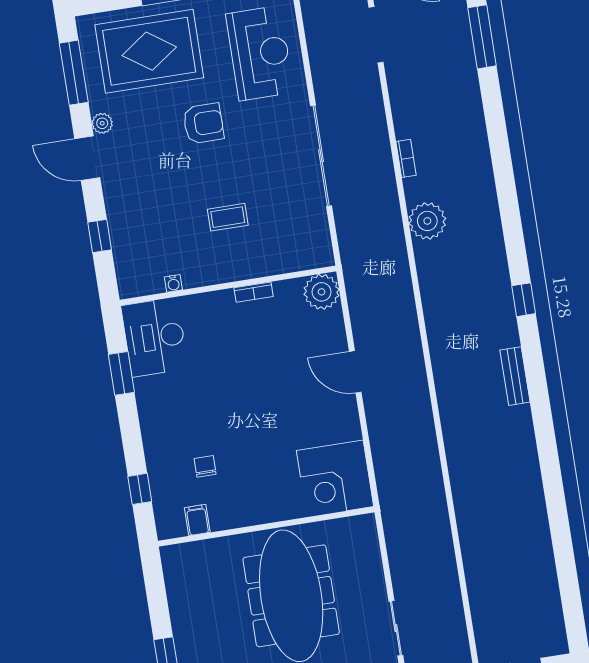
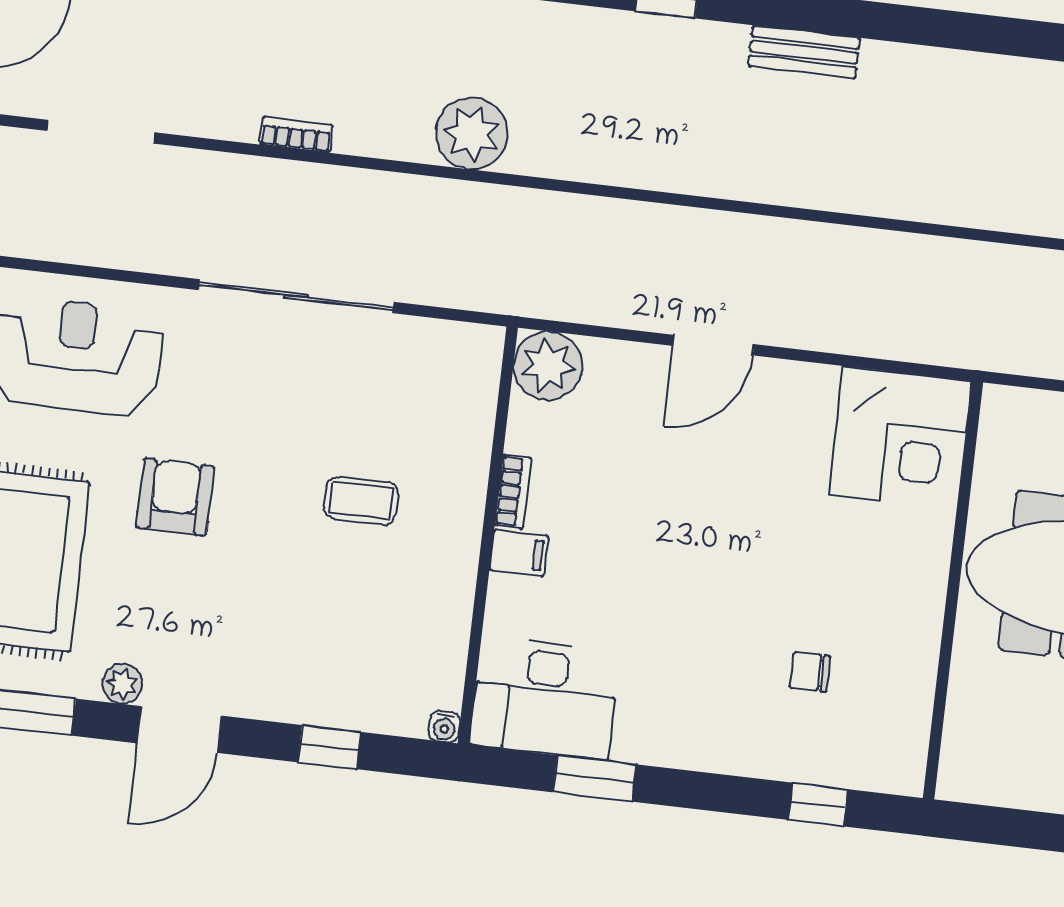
bookcase: (406, 158) -> (296, 135), moved
coffee table: (228, 217) -> (361, 501), turned 90
water cooler: (173, 283) -> (444, 727), moved, turned 90
filing cabinet: (197, 520) -> (519, 553), moved, turned 180

